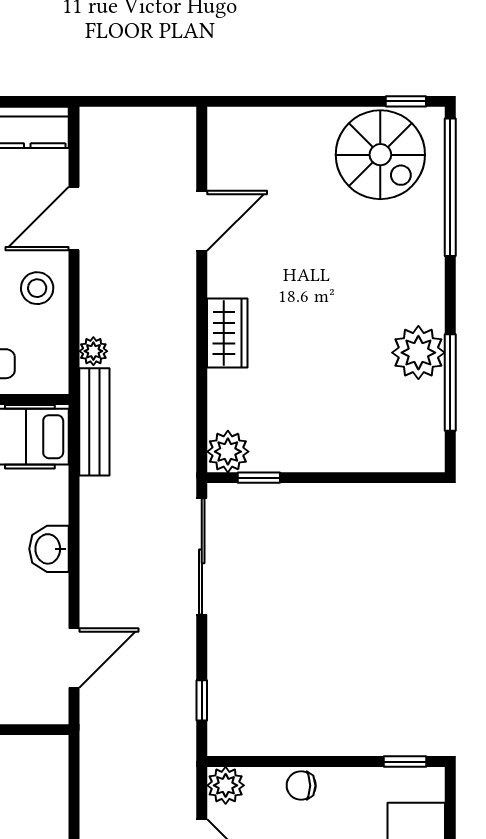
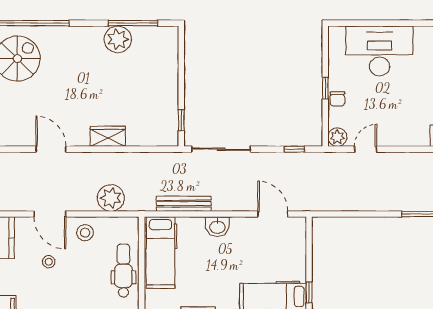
plant: (93, 351) -> (111, 198), width x1.87, depth x1.87
bench: (94, 422) -> (184, 204), moved
plant: (228, 452) -> (168, 136), removed
window: (405, 762) -> (325, 88), moved

